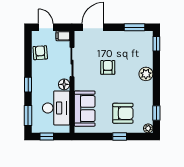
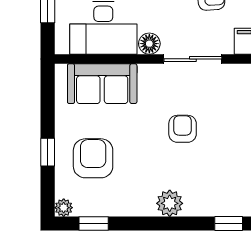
armchair: (108, 67) -> (183, 129), turned -90
armchair: (123, 113) -> (93, 158), turned 180

